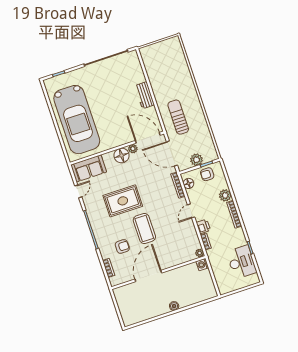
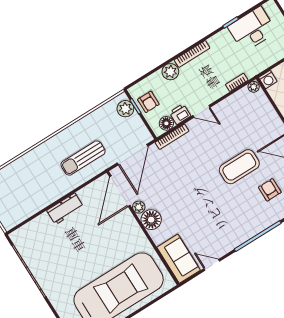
plant: (196, 160) -> (125, 109), moved
rug: (123, 201) -> (210, 204), removed
printer: (203, 226) -> (180, 114), moved

